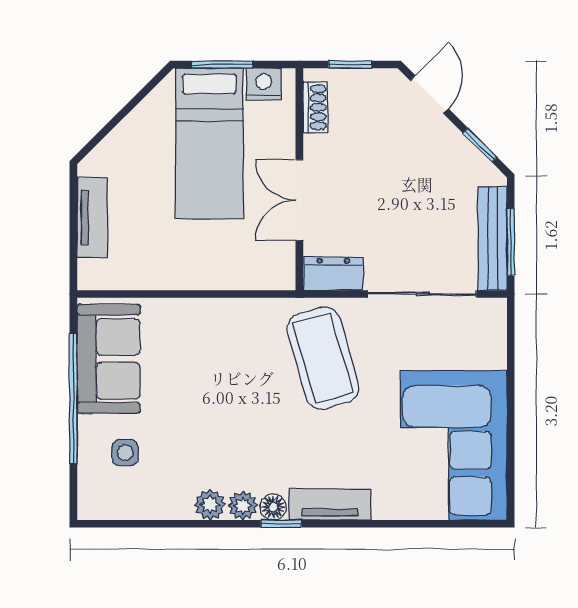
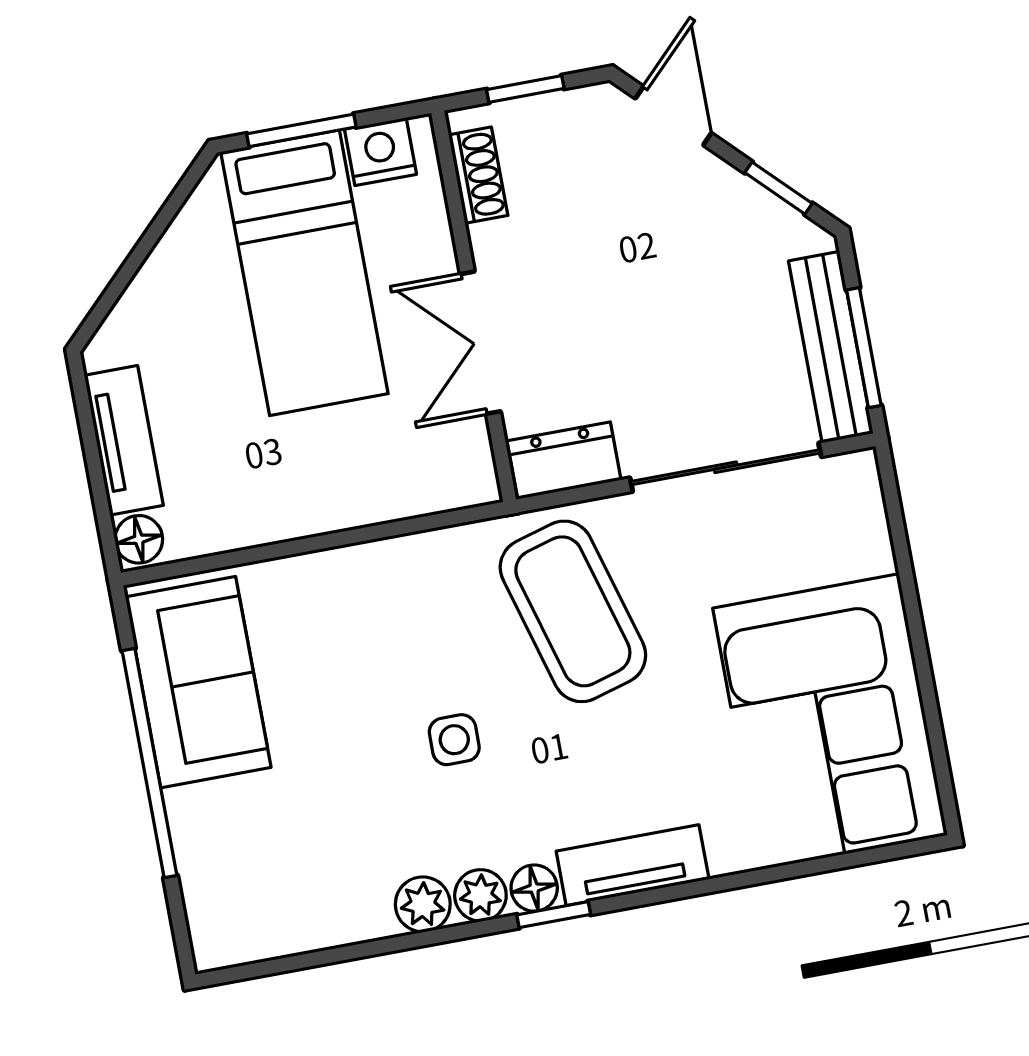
floor lamp: (90, 274) -> (139, 539), added
side table: (125, 453) -> (454, 740), moved

